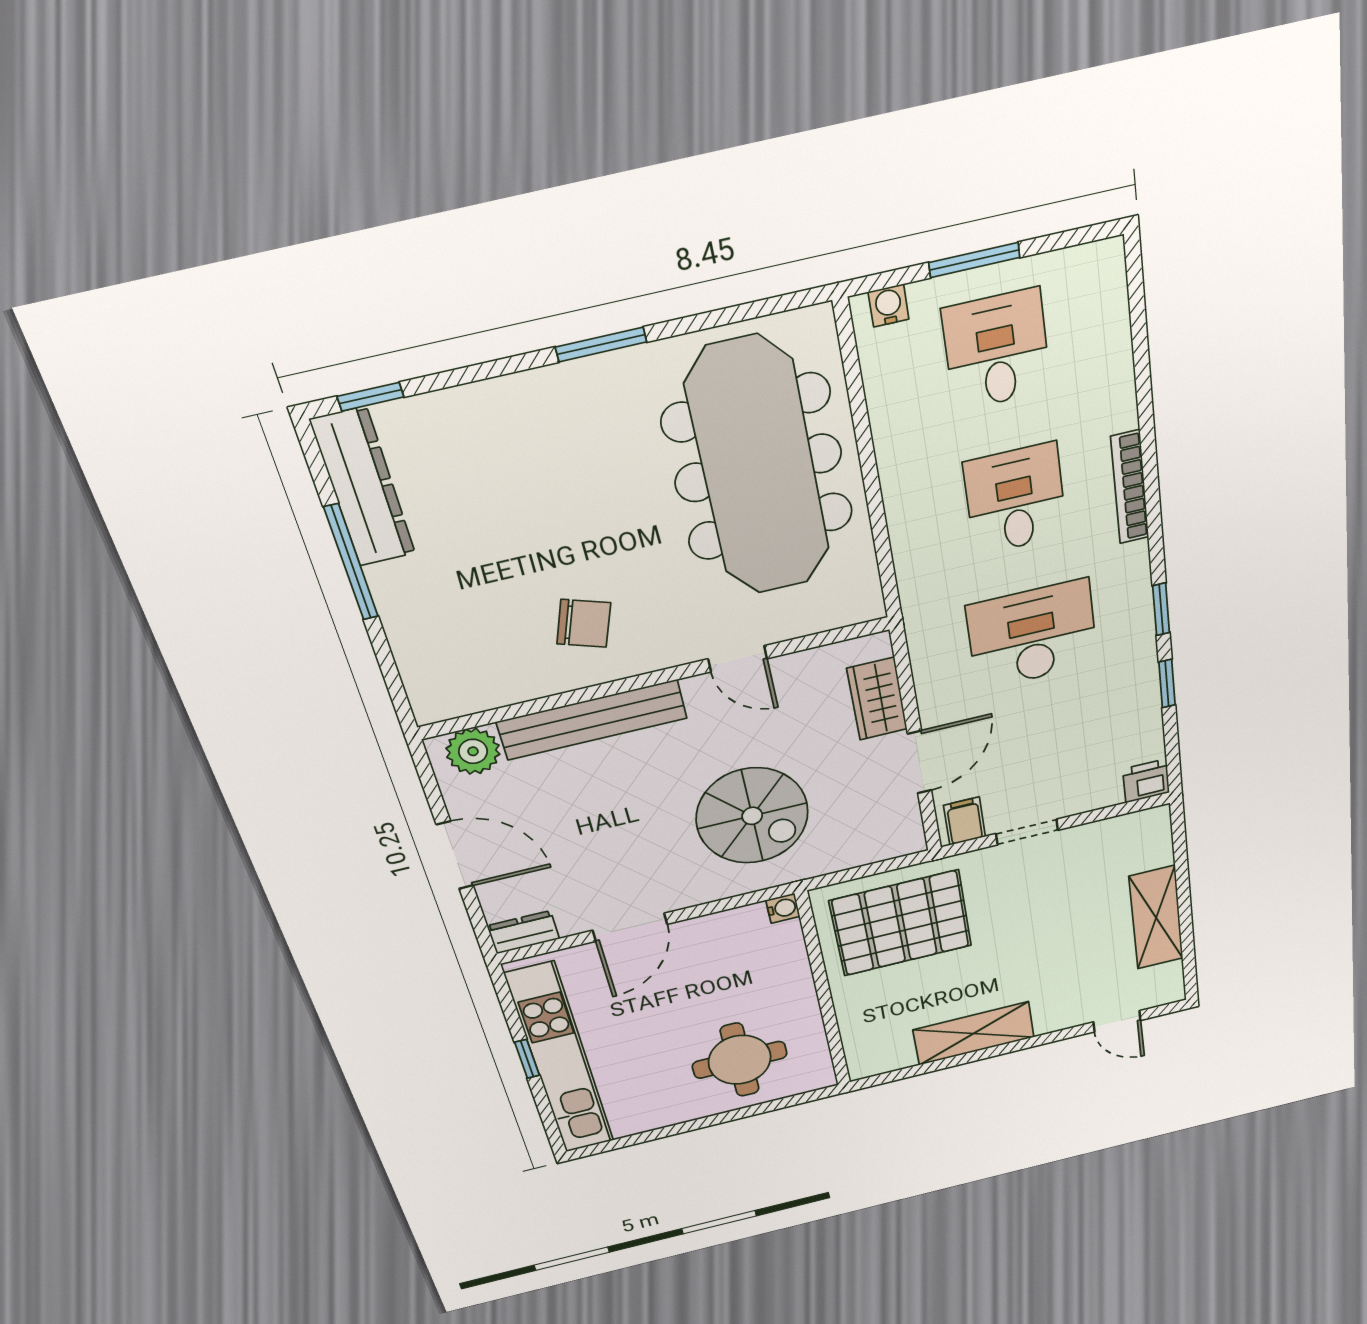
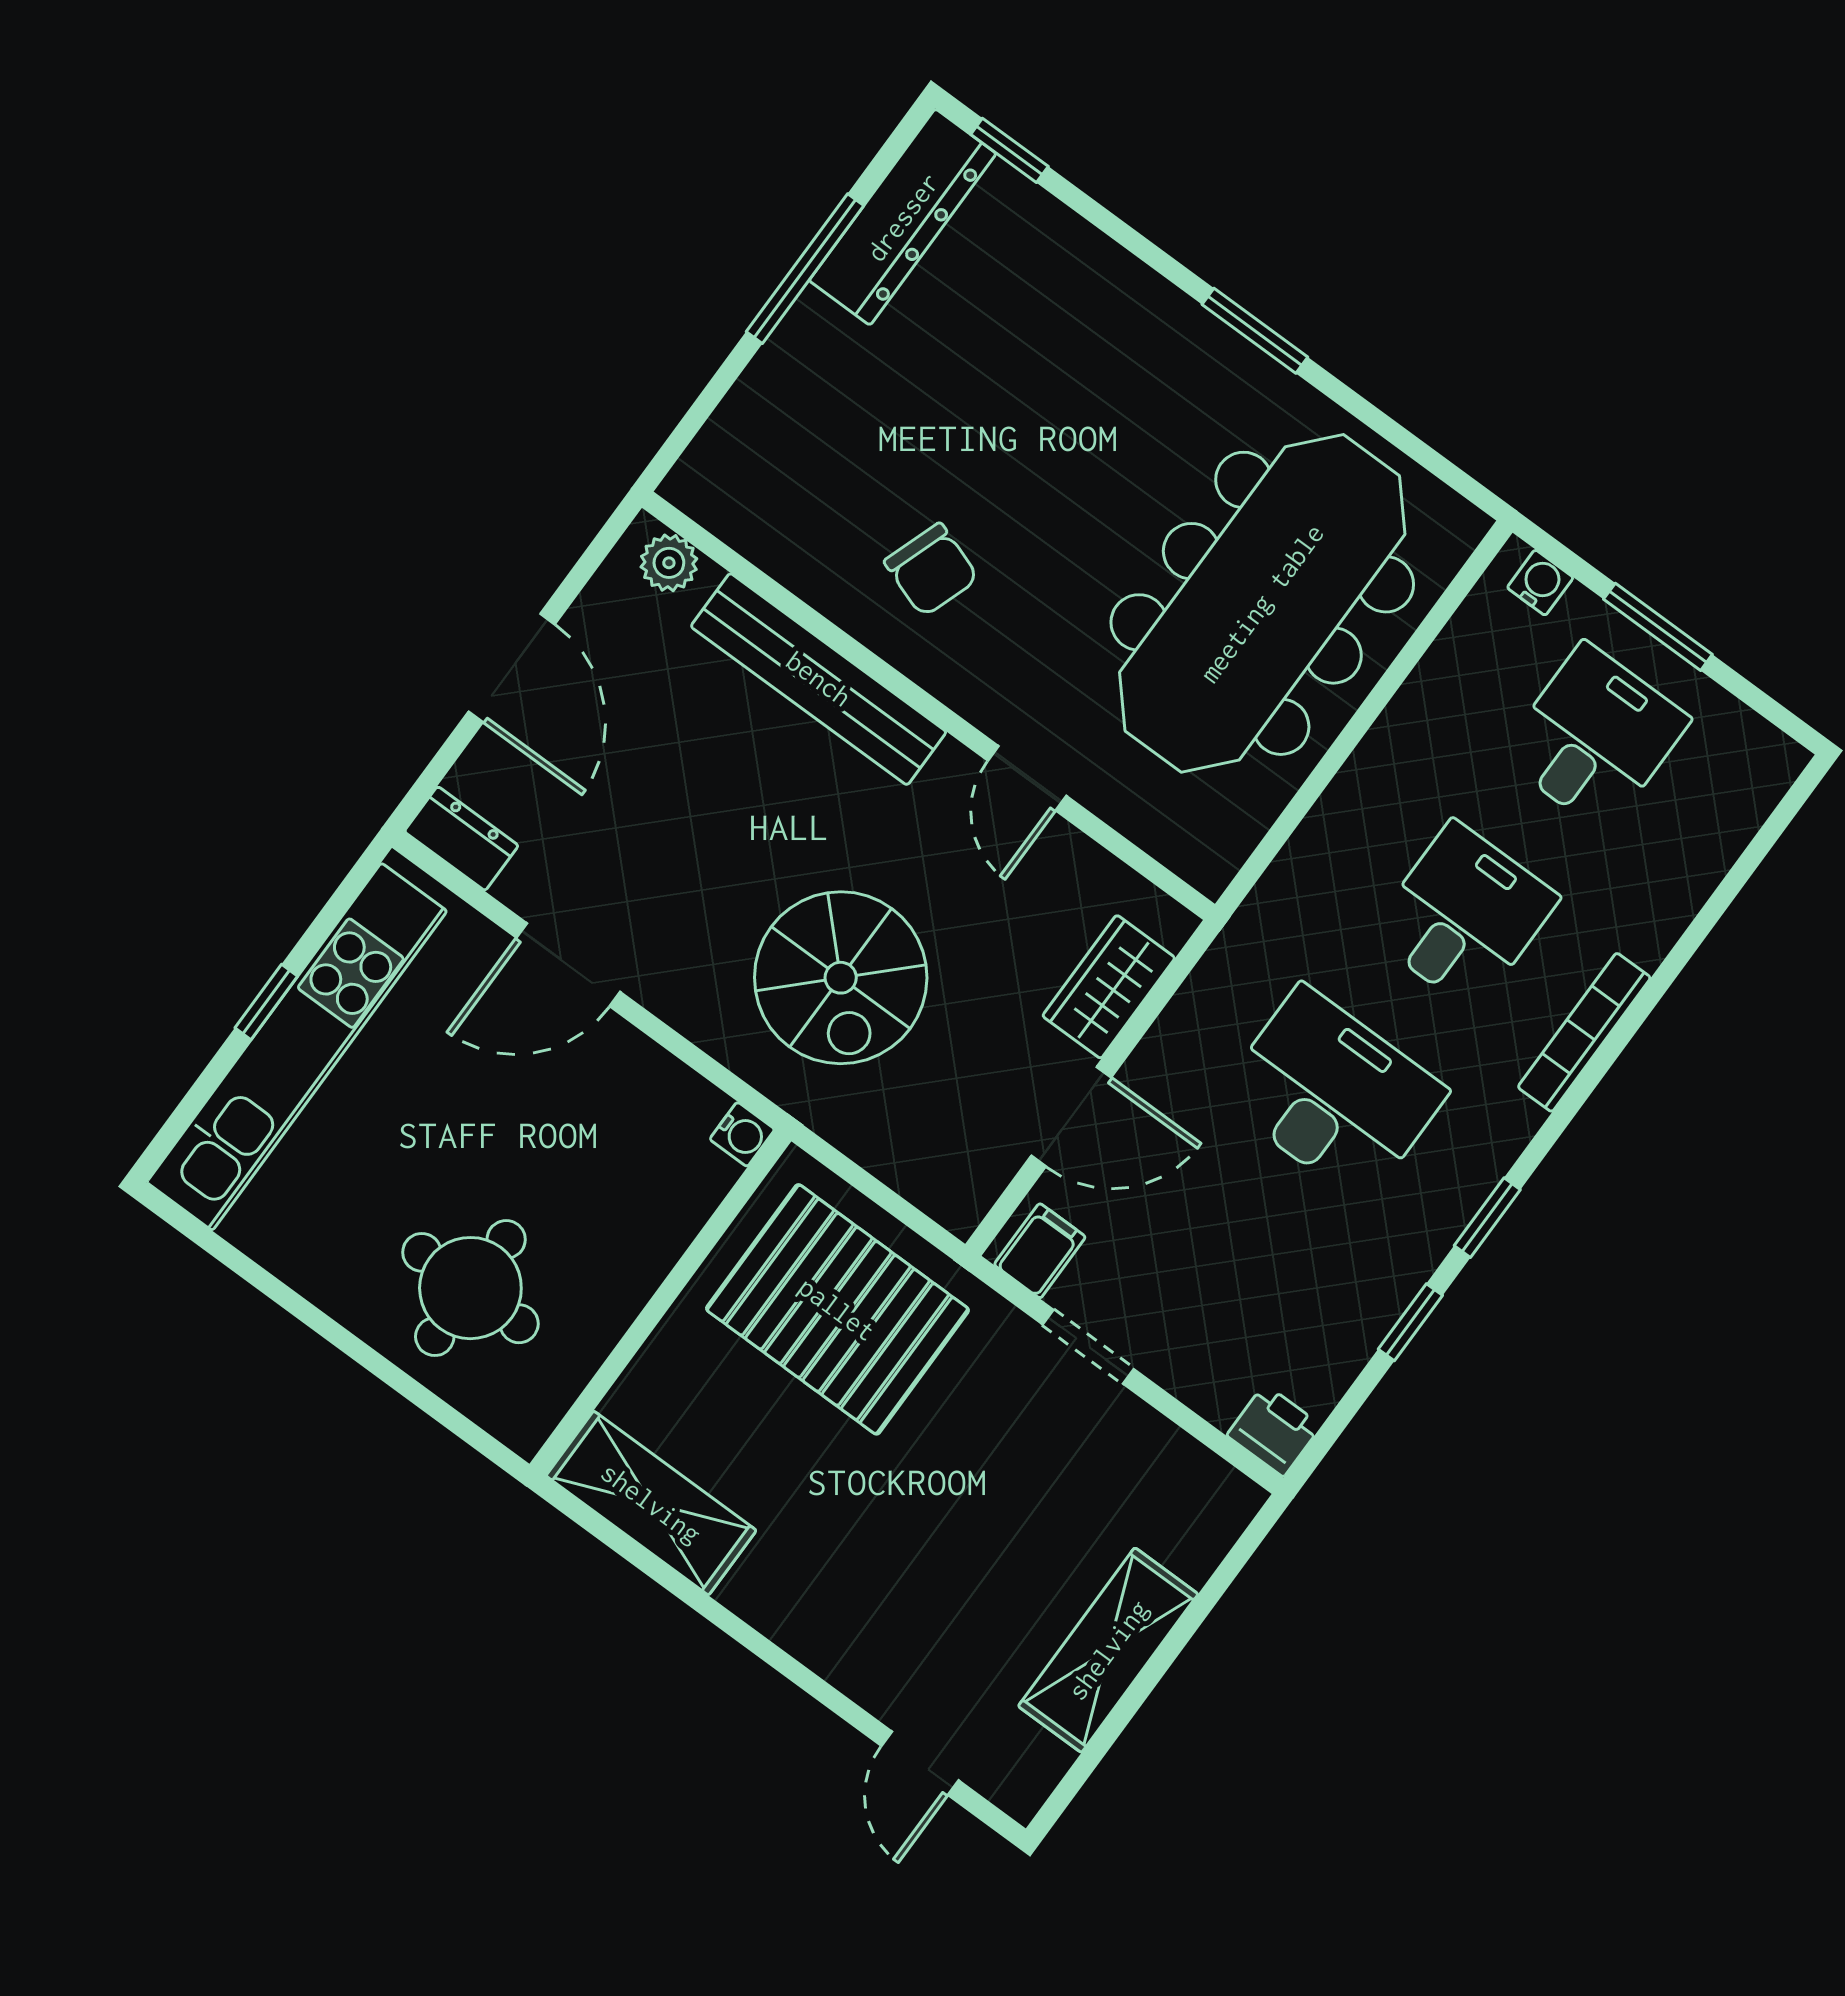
plant: (473, 751) -> (669, 563), width x0.73, depth x0.73
shelving: (974, 1033) -> (651, 1503), moved

